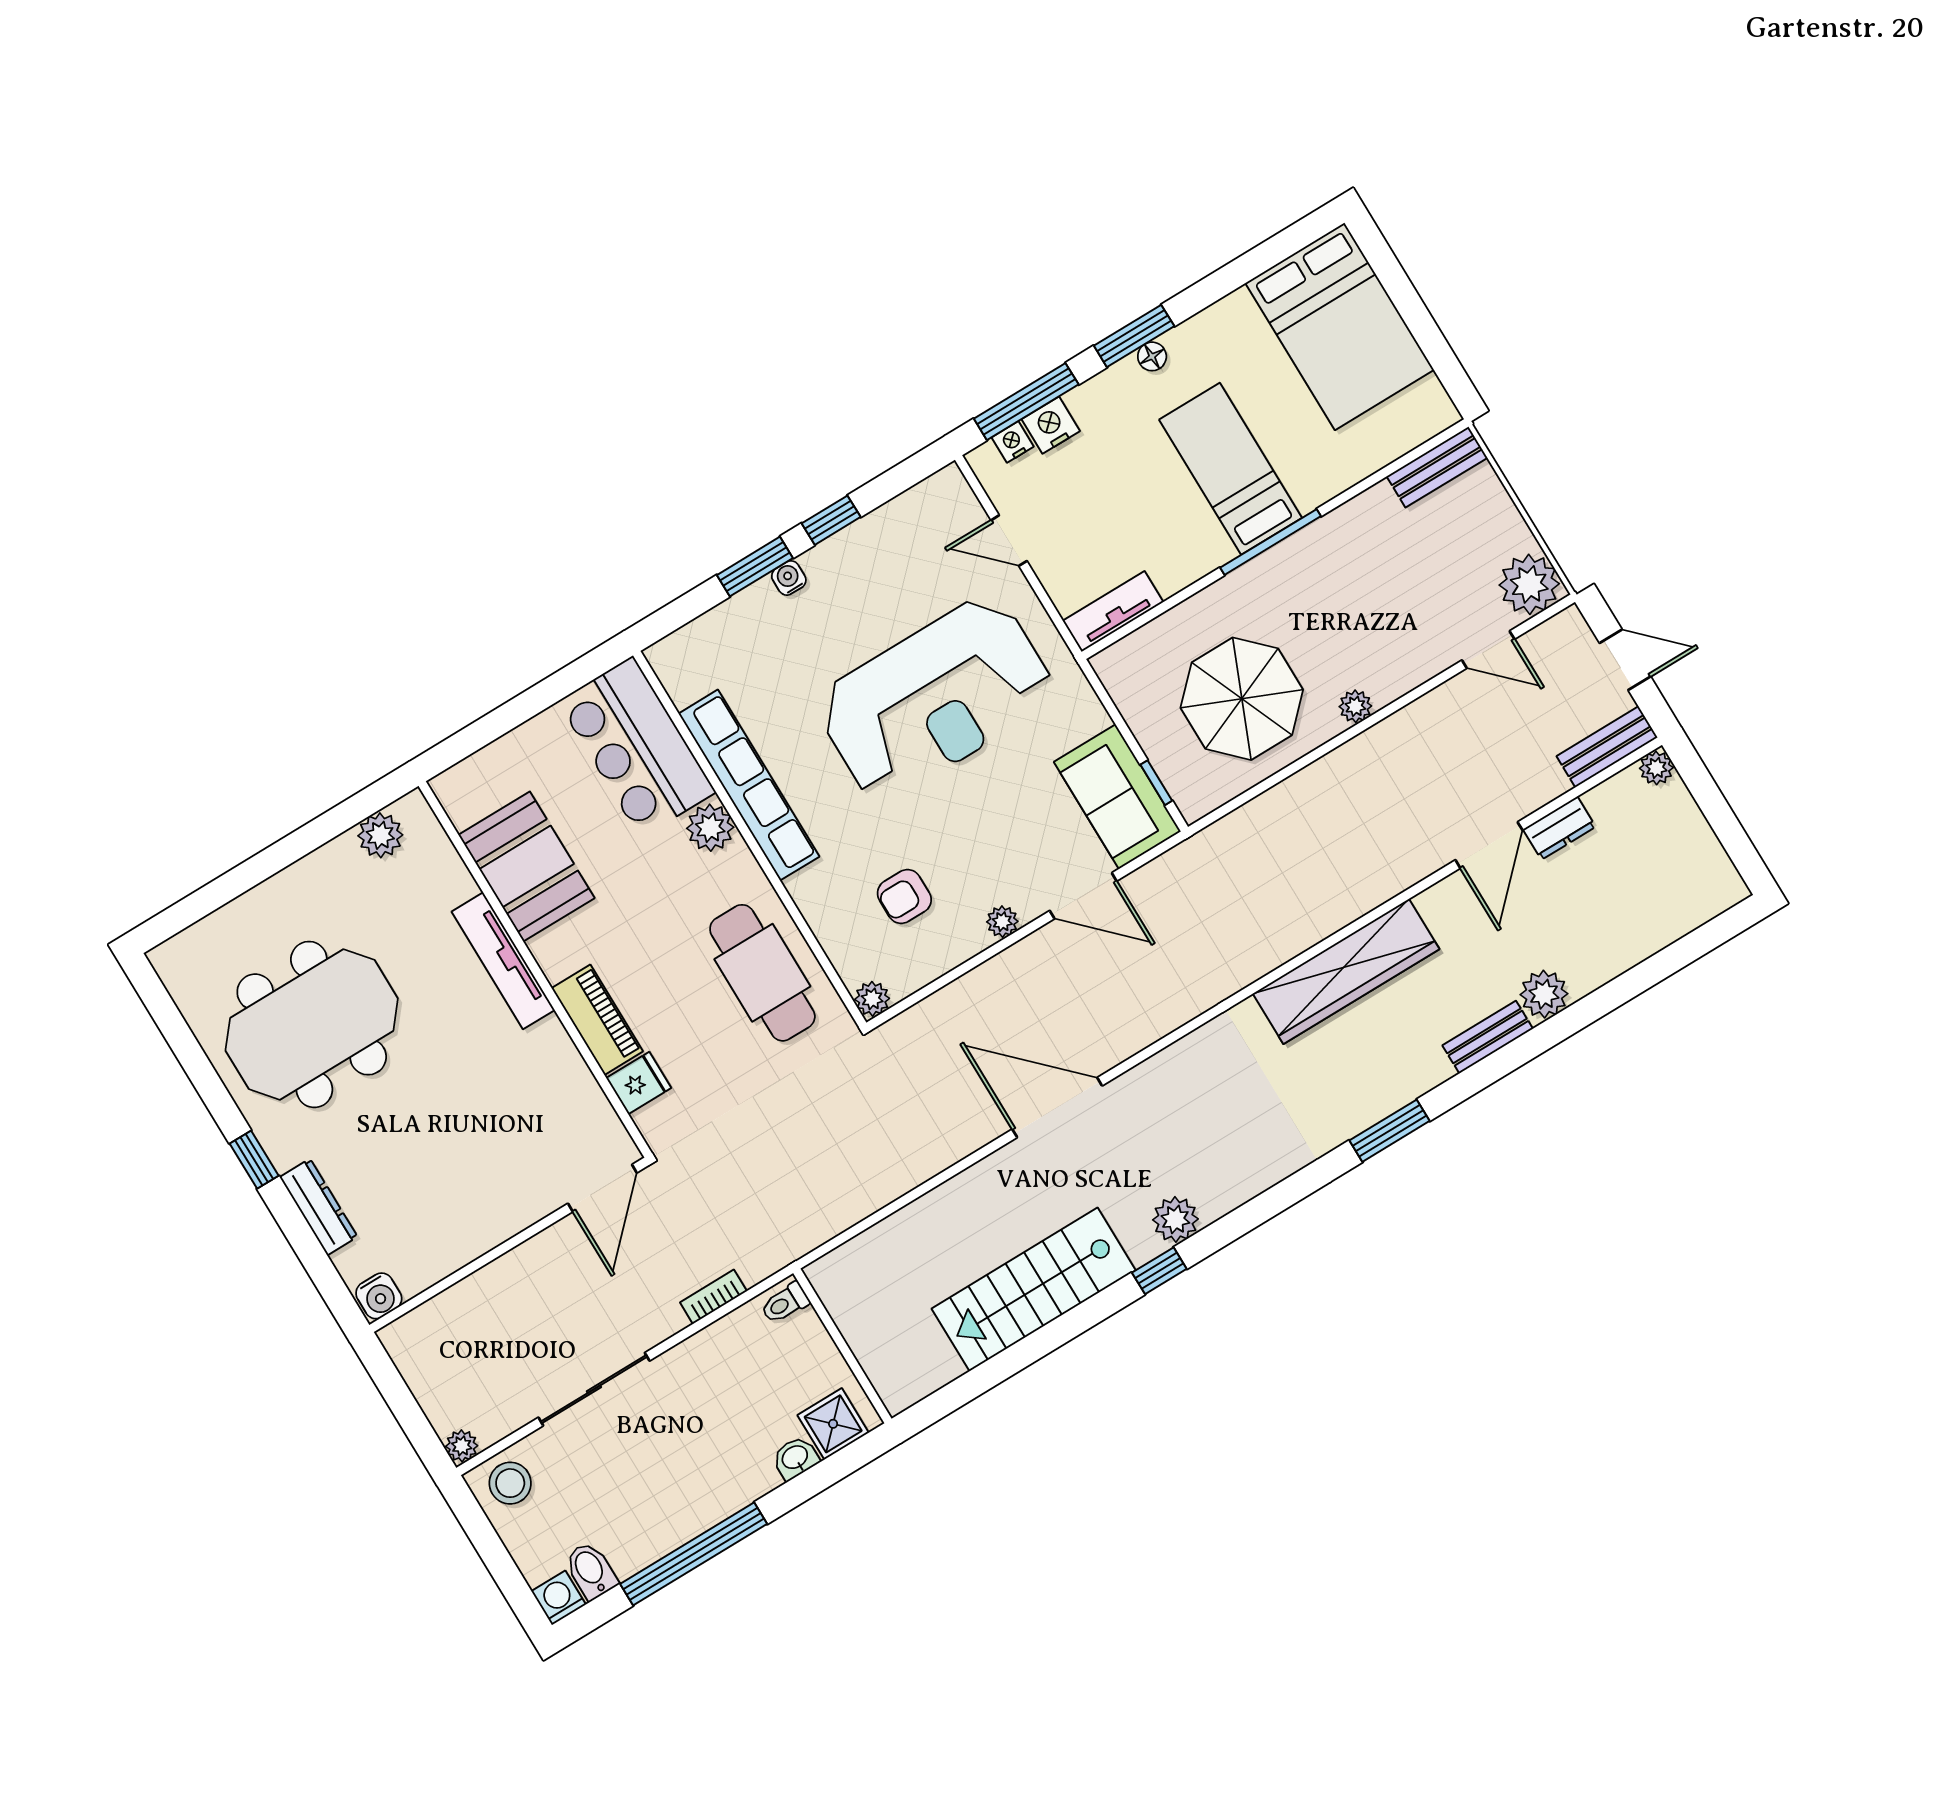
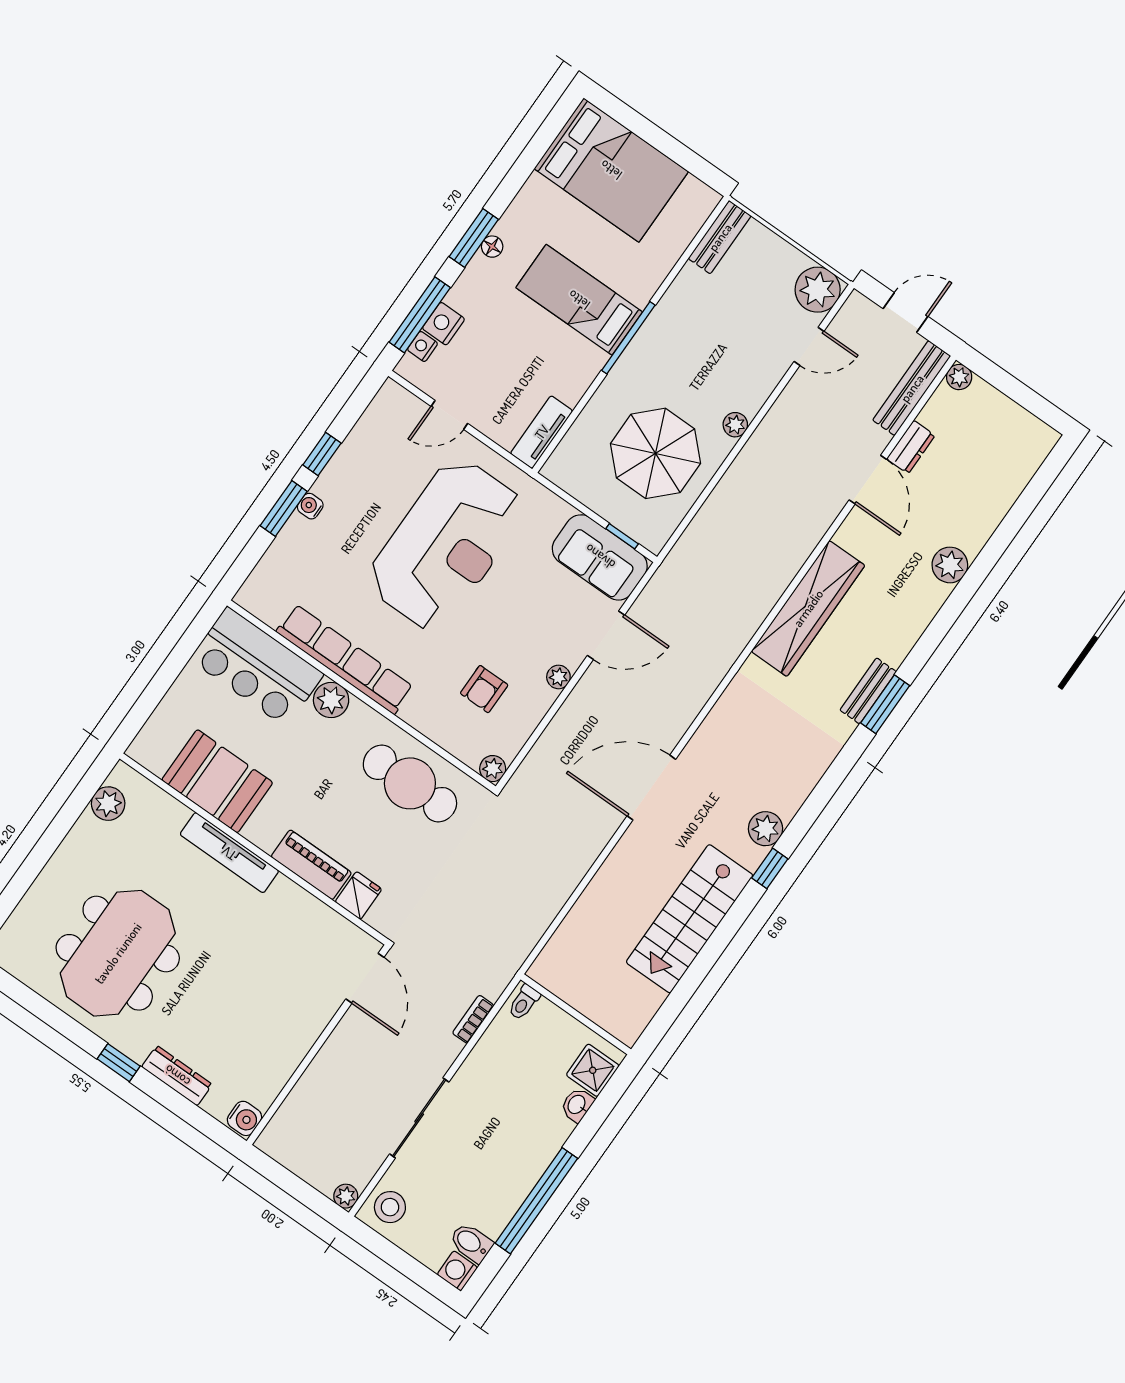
bench: (1607, 747) -> (912, 388), width x1.36
bench: (1488, 1037) -> (868, 691), moved

